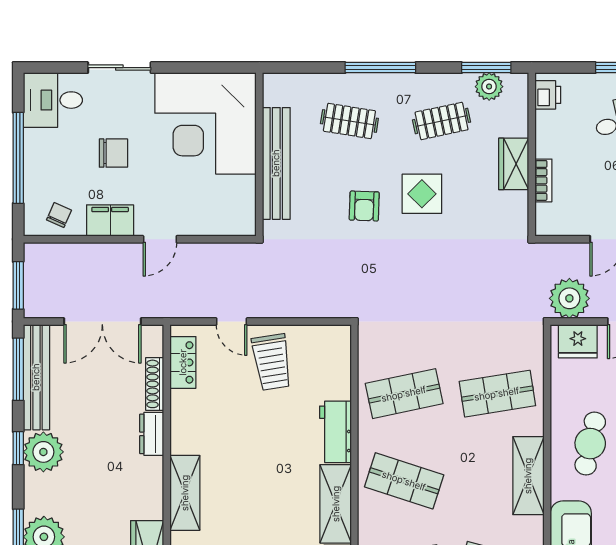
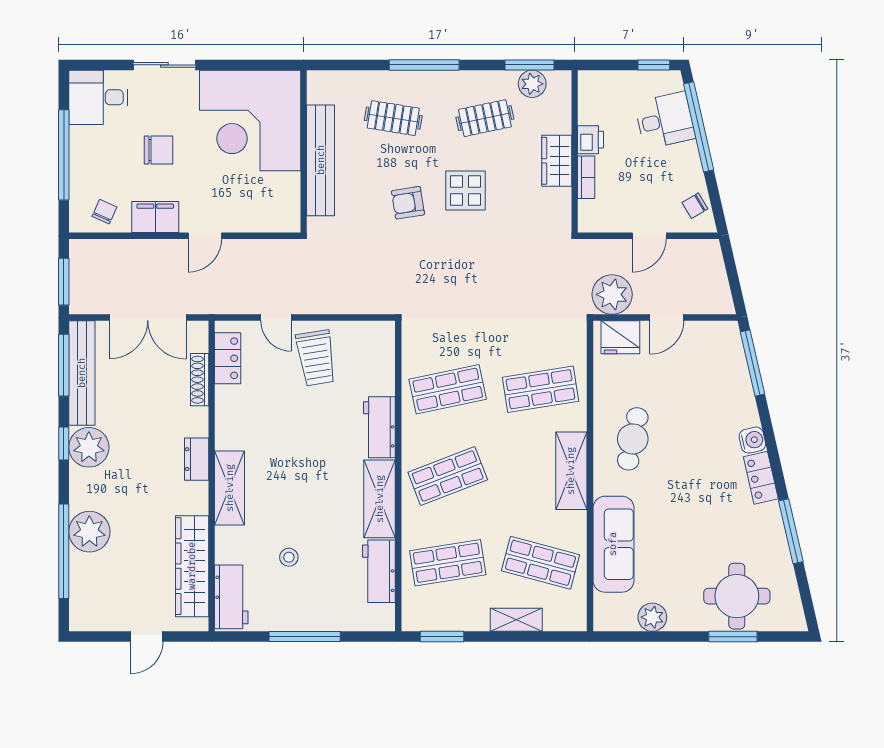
printer: (548, 95) -> (591, 140), moved
armchair: (364, 206) -> (408, 203), turned 79
dresser: (152, 434) -> (197, 459), moved
shop shelf: (404, 481) -> (448, 476), turned -39

